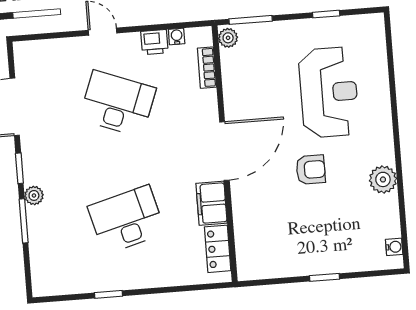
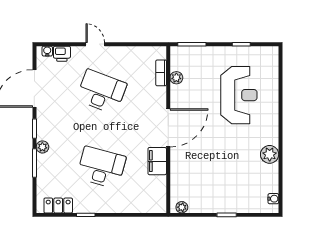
water cooler: (177, 36) -> (47, 51), moved
plant: (228, 38) -> (176, 78), moved
printer: (154, 42) -> (62, 54), moved
armchair: (311, 170) -> (223, 144), removed
desk: (127, 220) -> (101, 167), turned 30
locker: (218, 249) -> (58, 206), moved, turned 90
plant: (255, 271) -> (182, 207), added

